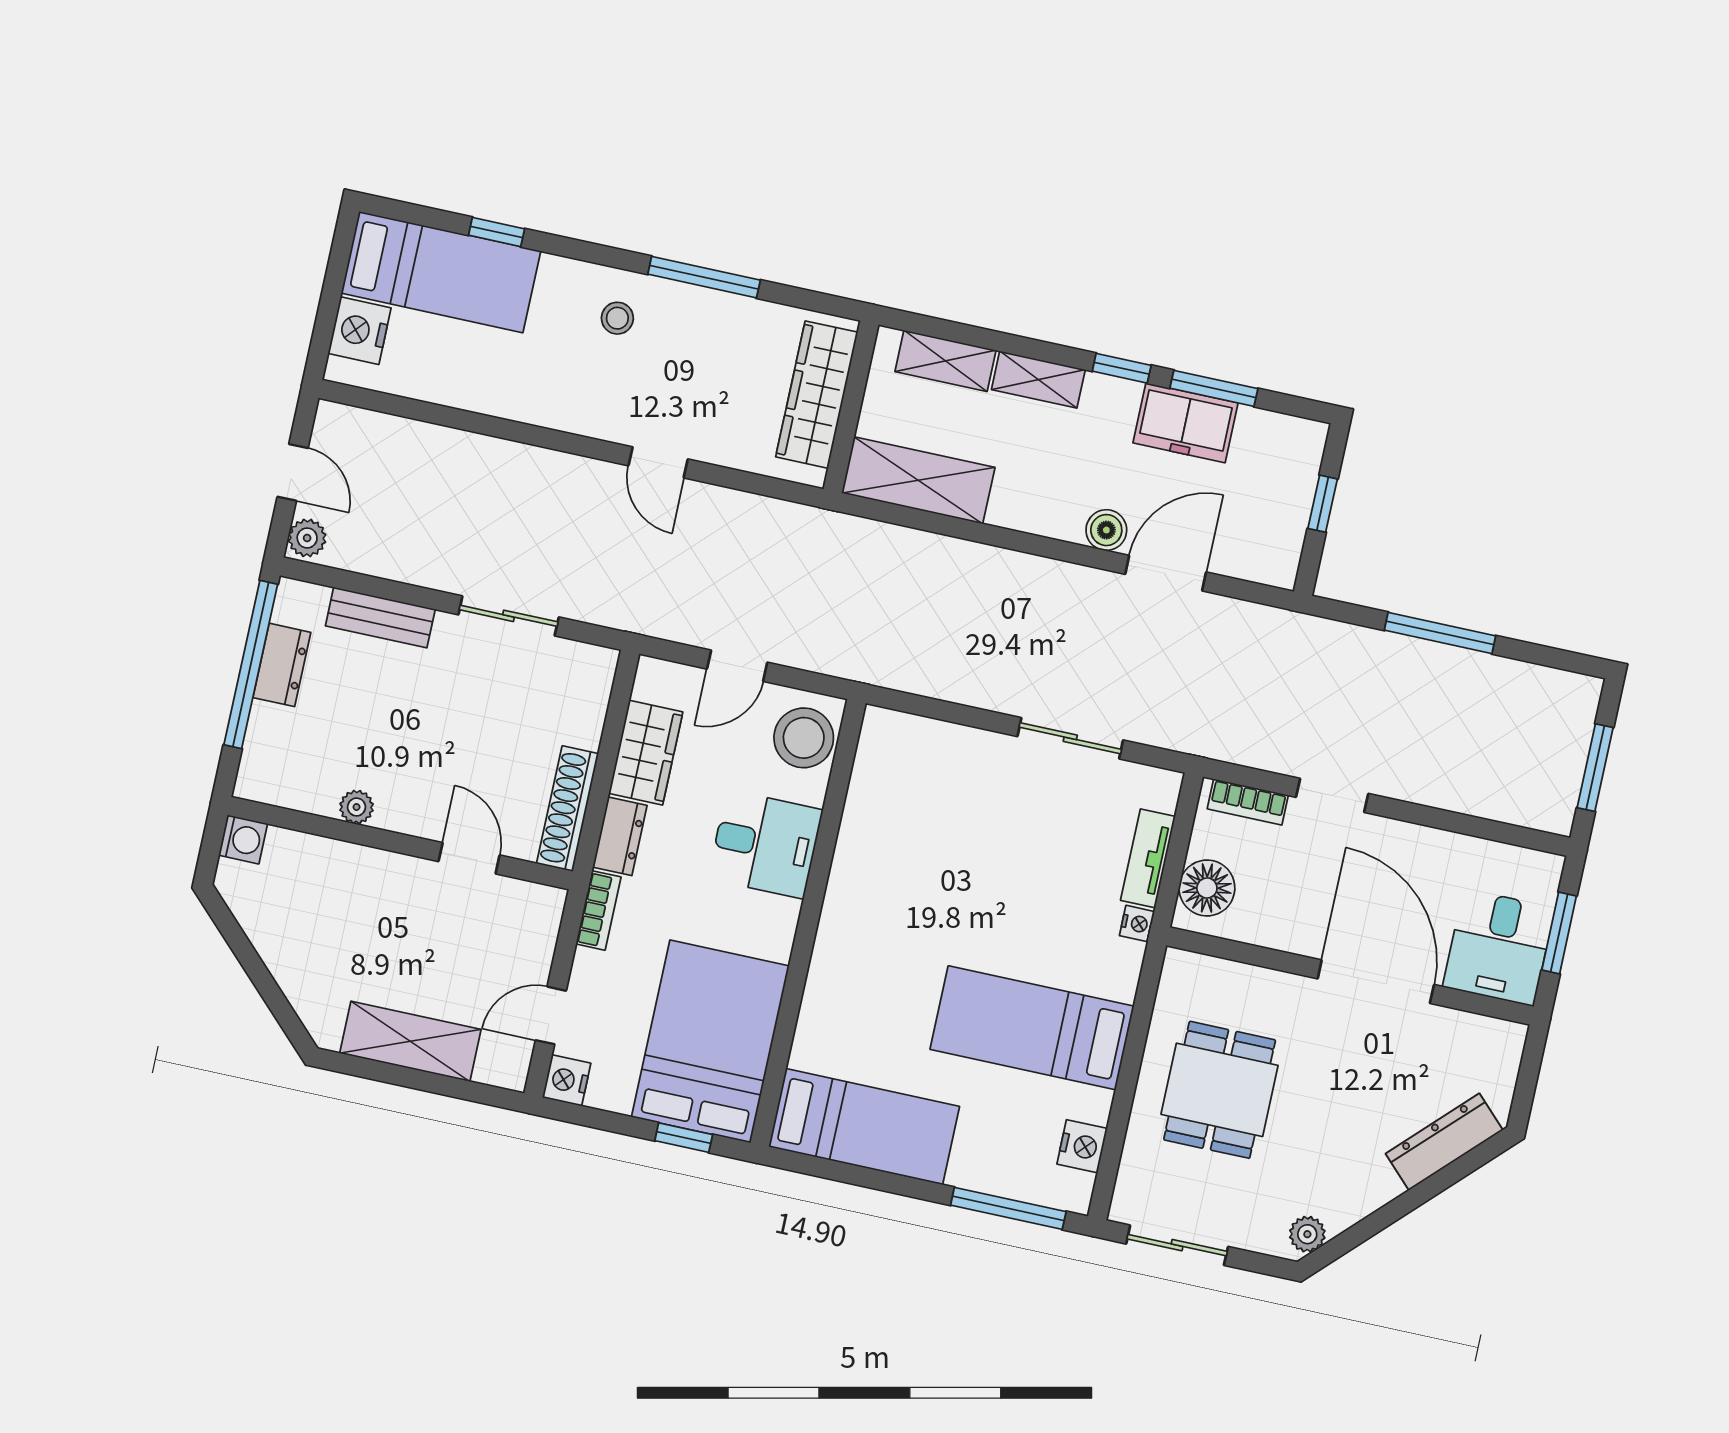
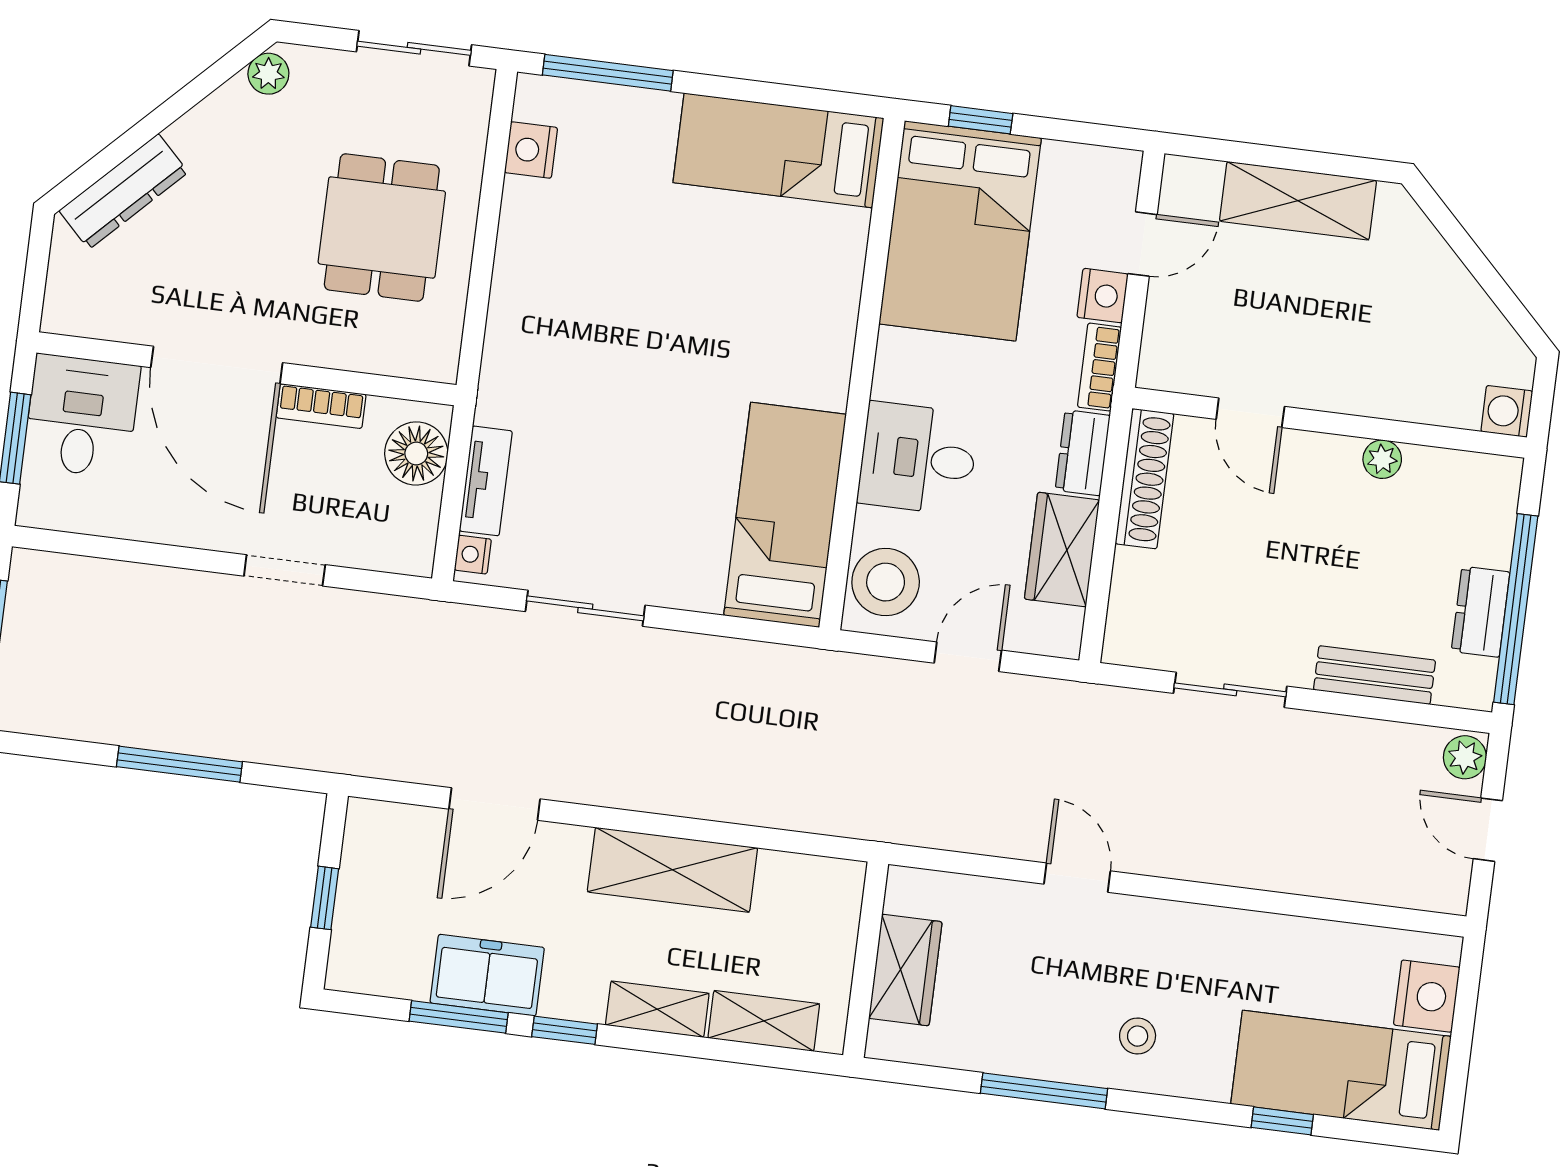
wardrobe: (817, 395) -> (905, 970), width x0.67
shelving: (918, 480) -> (672, 870), moved
boiler: (1106, 530) -> (566, 847), removed
bookcase: (1248, 802) -> (321, 406), moved, turned 180
nightstand: (1137, 924) -> (473, 555), moved
bed: (1032, 1028) -> (785, 515), moved, turned -90
nightstand: (567, 1080) -> (1103, 296), moved

